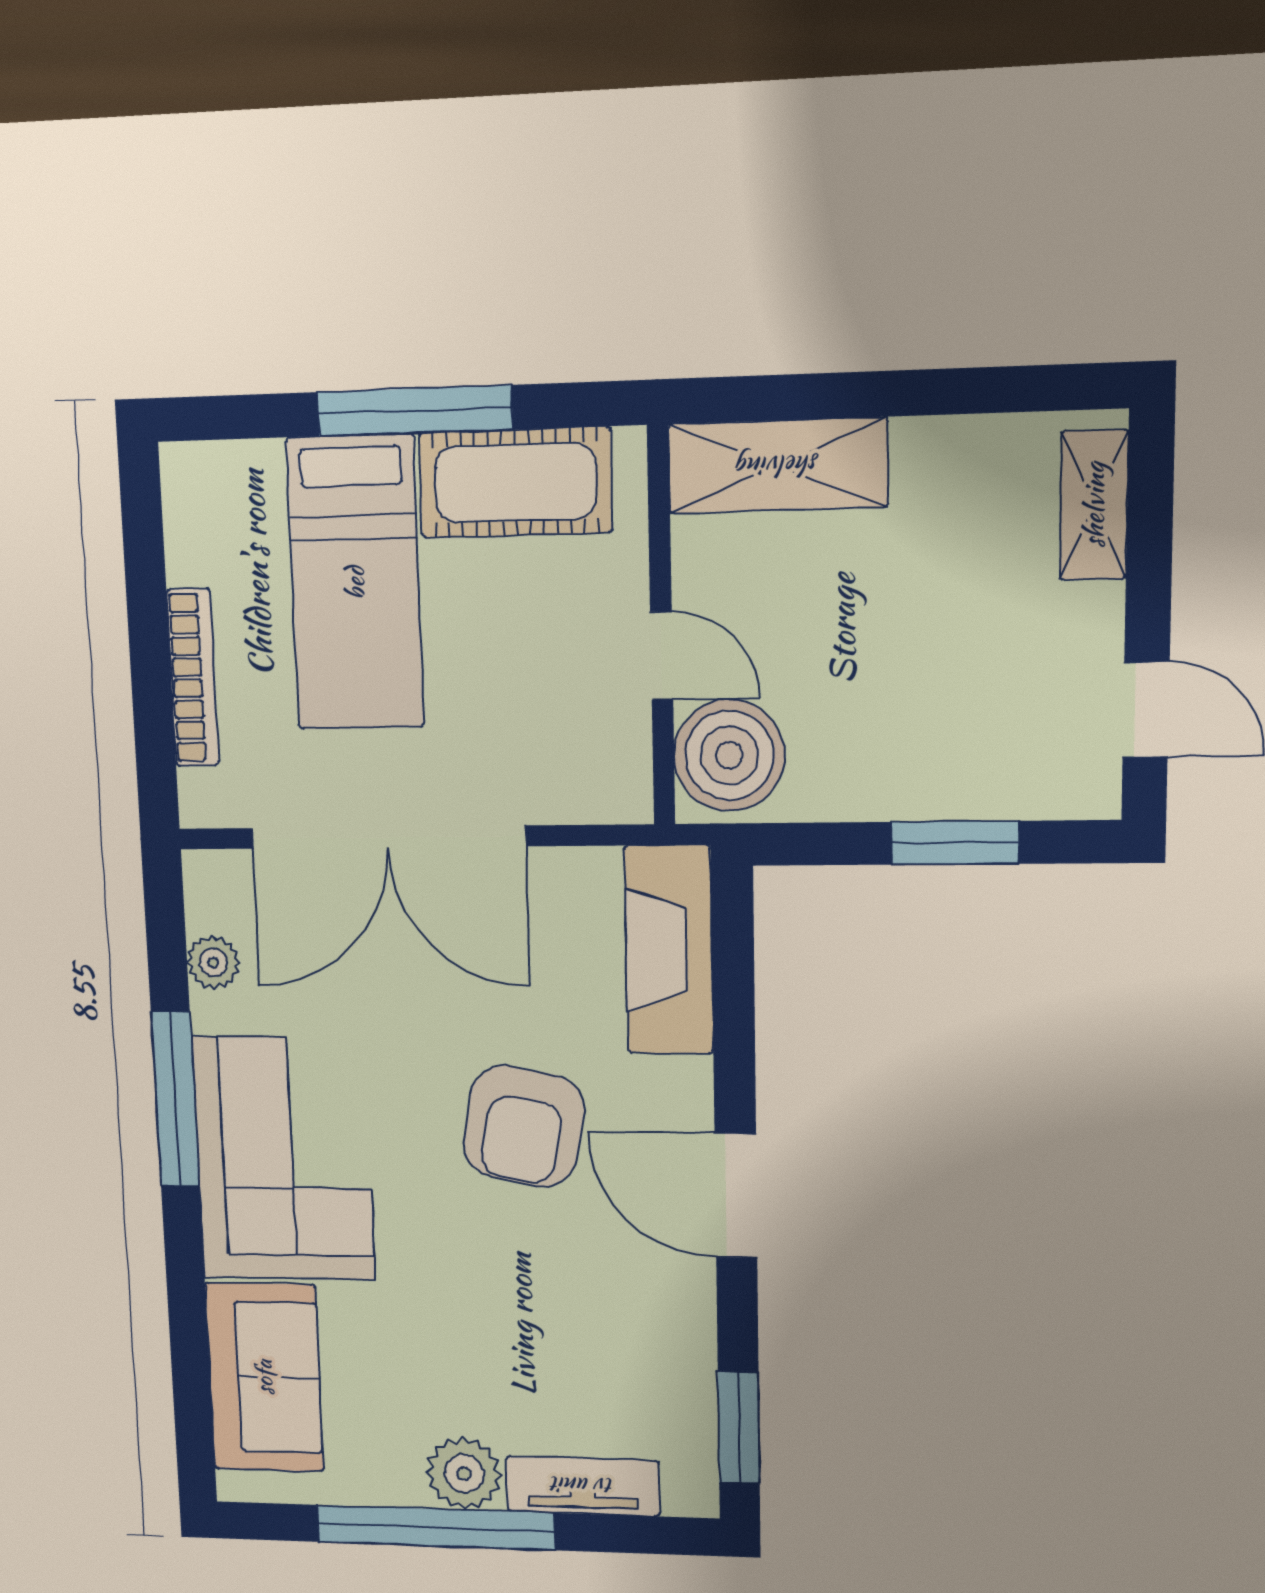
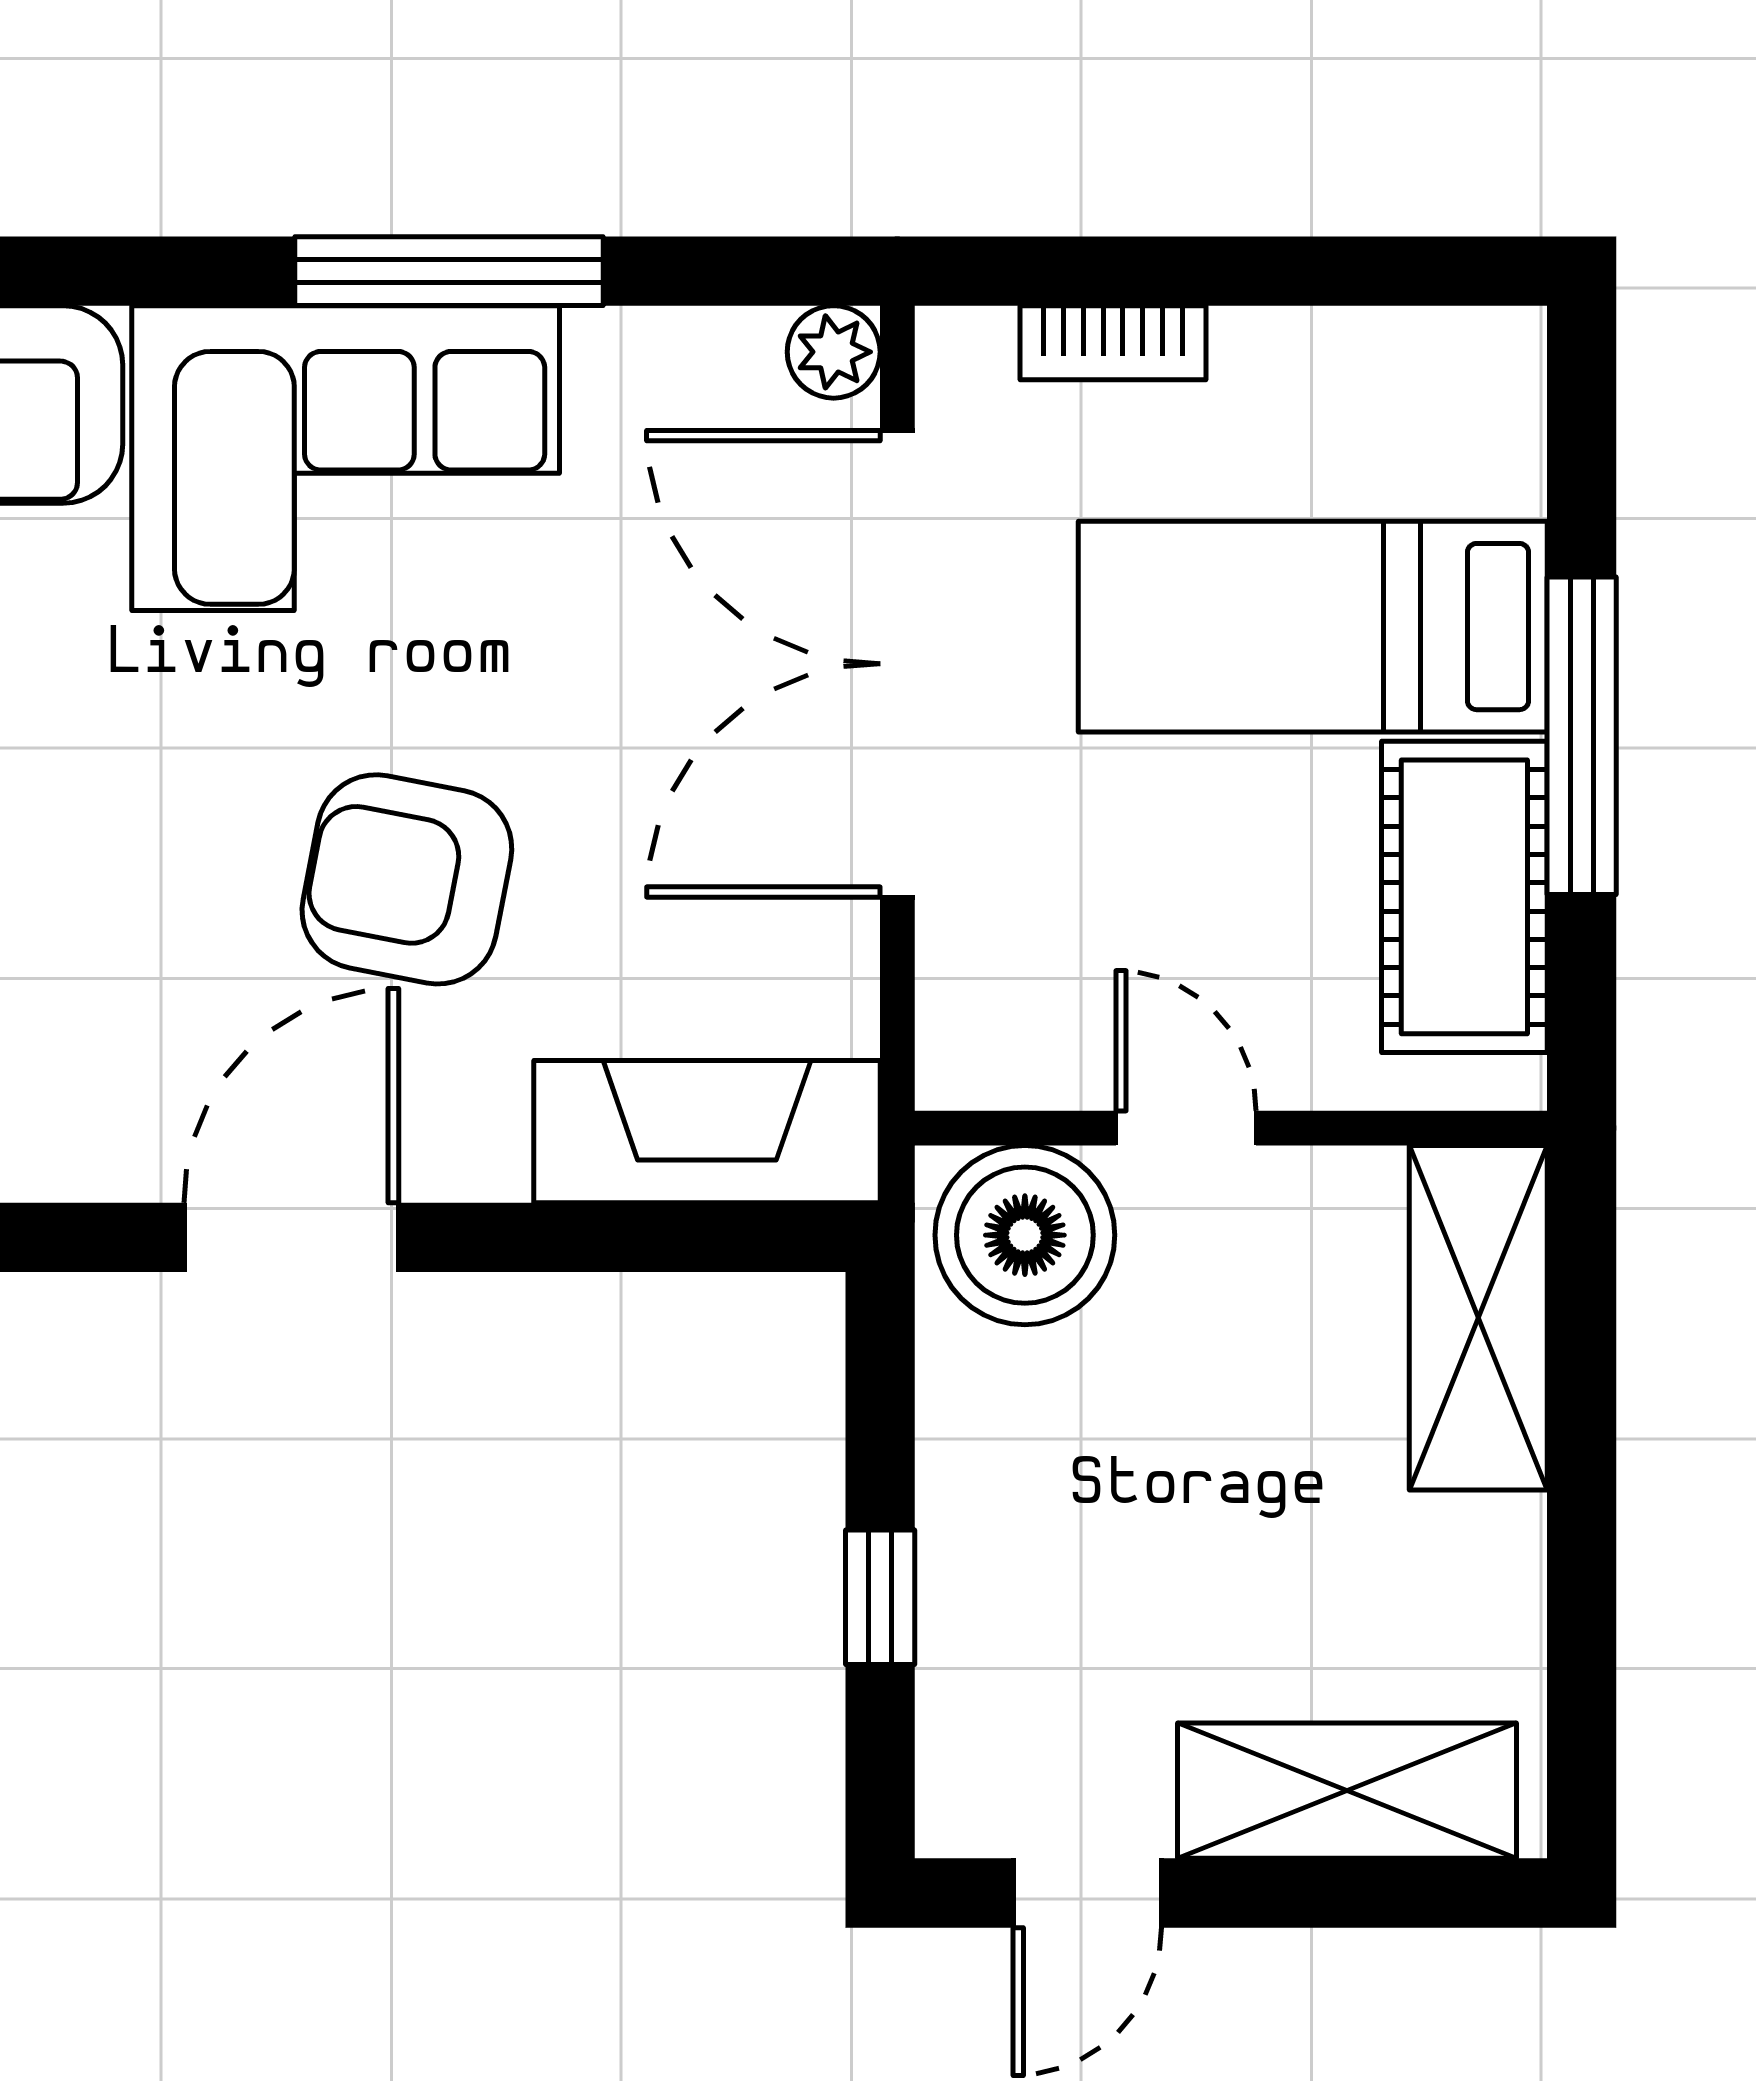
shelving: (1094, 505) -> (1347, 1791), width x1.50, depth x1.33
door: (662, 656) -> (1186, 1128), swing flipped
bookcase: (193, 678) -> (1113, 343), width x0.64
window: (955, 843) -> (880, 1597), width x0.67
plant: (213, 963) -> (834, 352), moved

